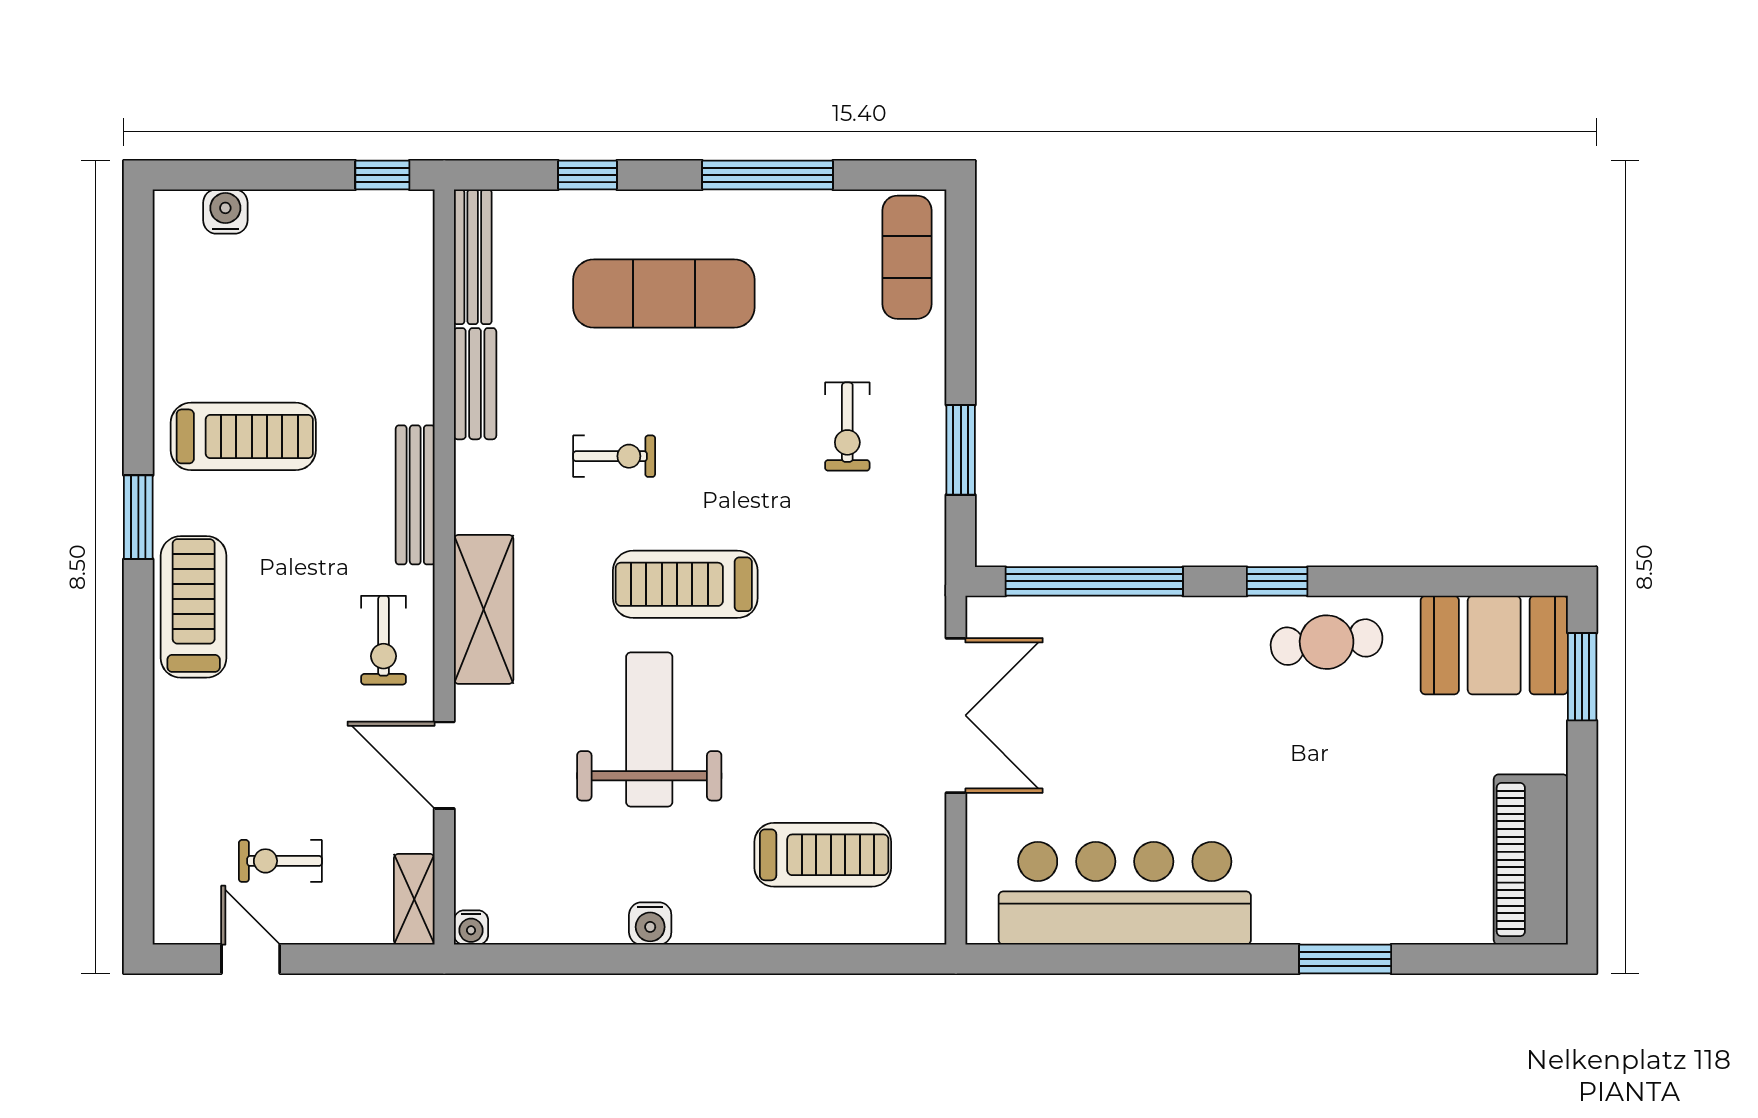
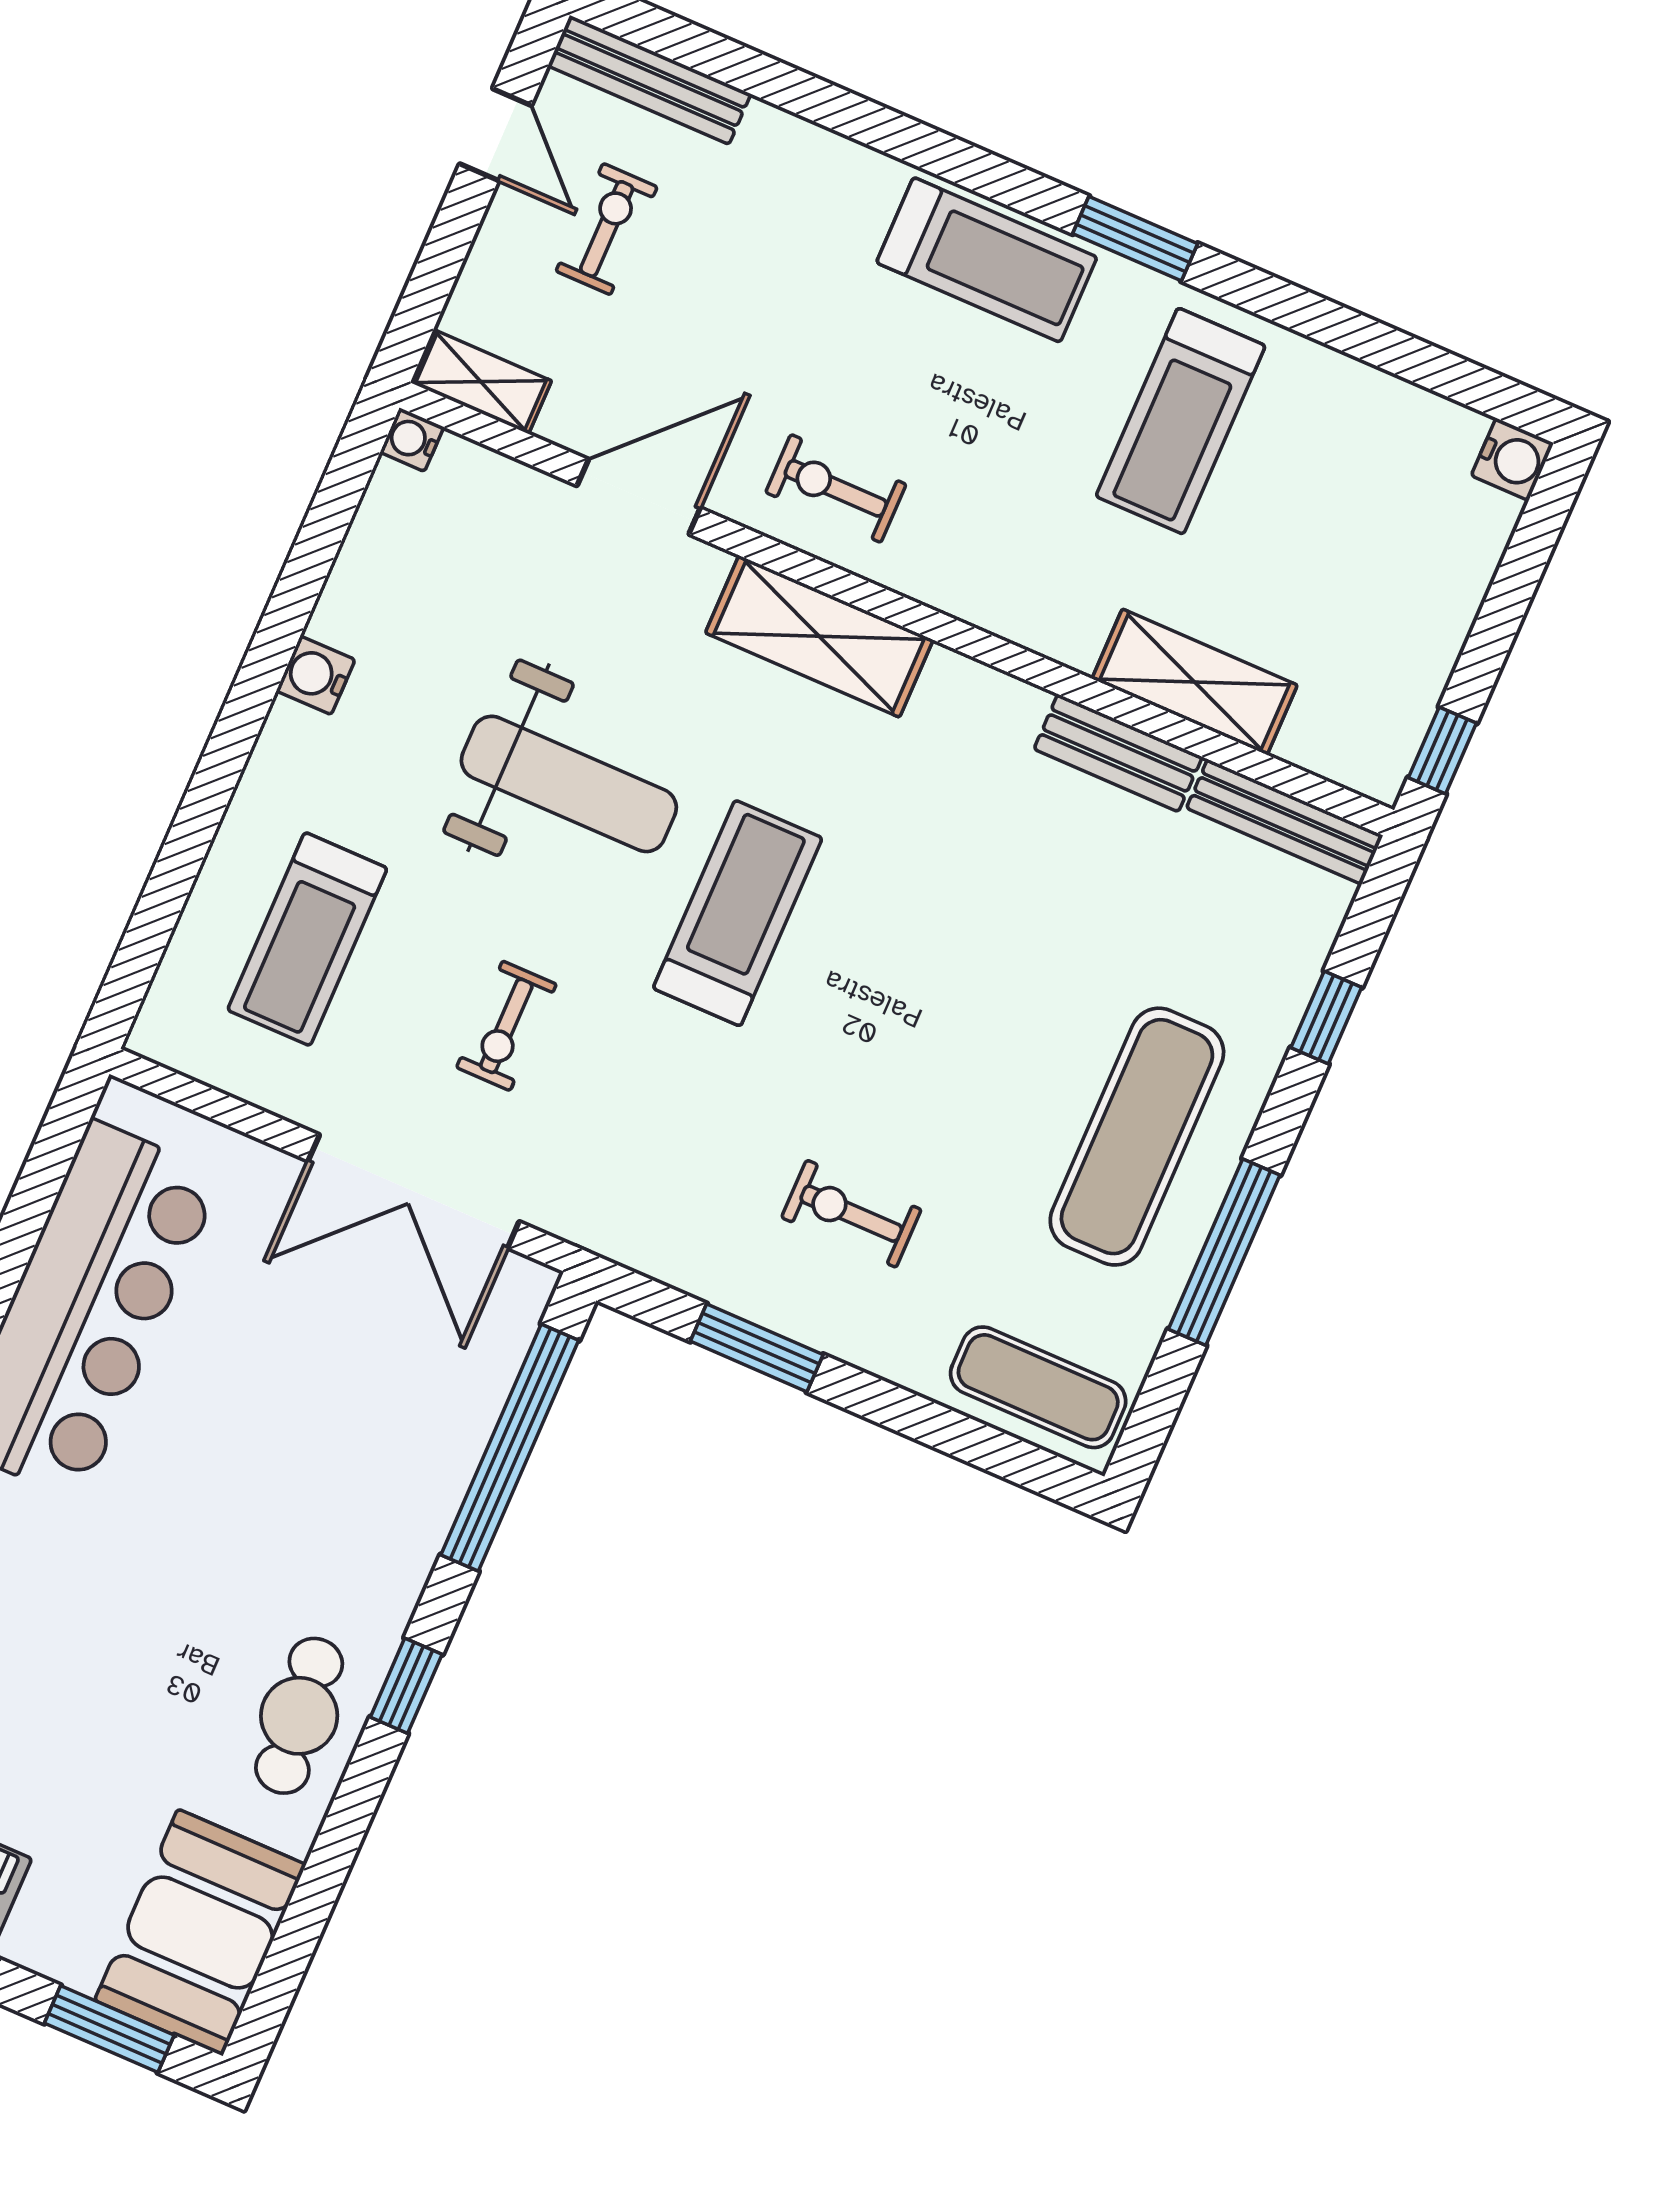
water cooler: (225, 212) -> (1512, 459), moved
exercise mat: (664, 293) -> (1137, 1137), moved
shelving: (408, 354) -> (1195, 682), added
exercise bike: (614, 456) -> (506, 1026), moved
bench: (415, 495) -> (649, 80), moved
door: (251, 959) -> (496, 135), hinge flipped

